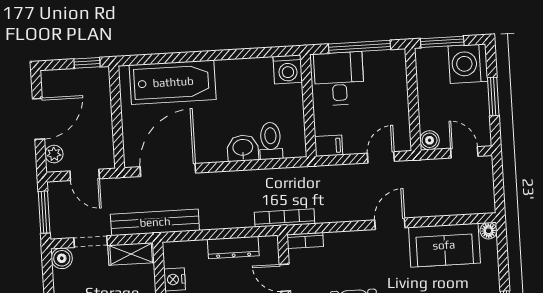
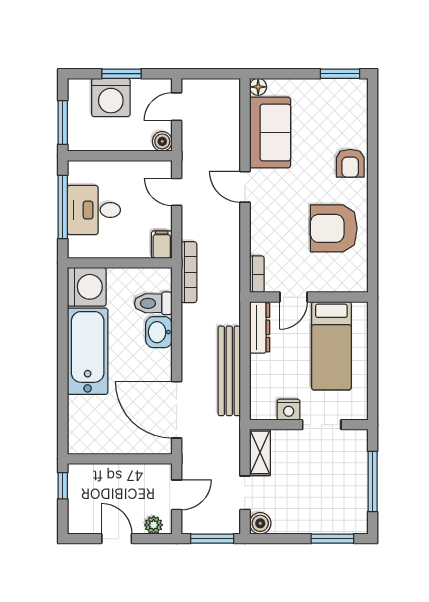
washing machine: (468, 64) -> (111, 97), moved
washing machine: (288, 69) -> (87, 287), width x1.37, depth x1.37
desk: (339, 79) -> (94, 210), moved
bathtub: (173, 82) -> (88, 351), moved
door: (39, 119) -> (117, 539), width x0.73
bookcase: (285, 218) -> (189, 272), moved, turned 180
bench: (155, 222) -> (229, 371), moved
dresser: (233, 248) -> (260, 327), moved

